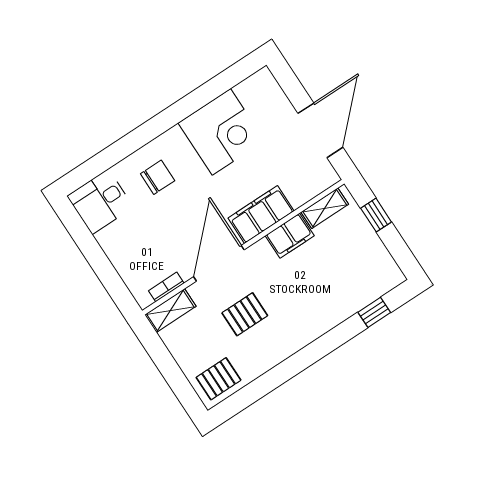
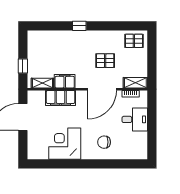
desk: (100, 202) -> (135, 119), moved
filing cabinet: (261, 214) -> (61, 98), moved
window: (374, 312) -> (79, 26), moved

